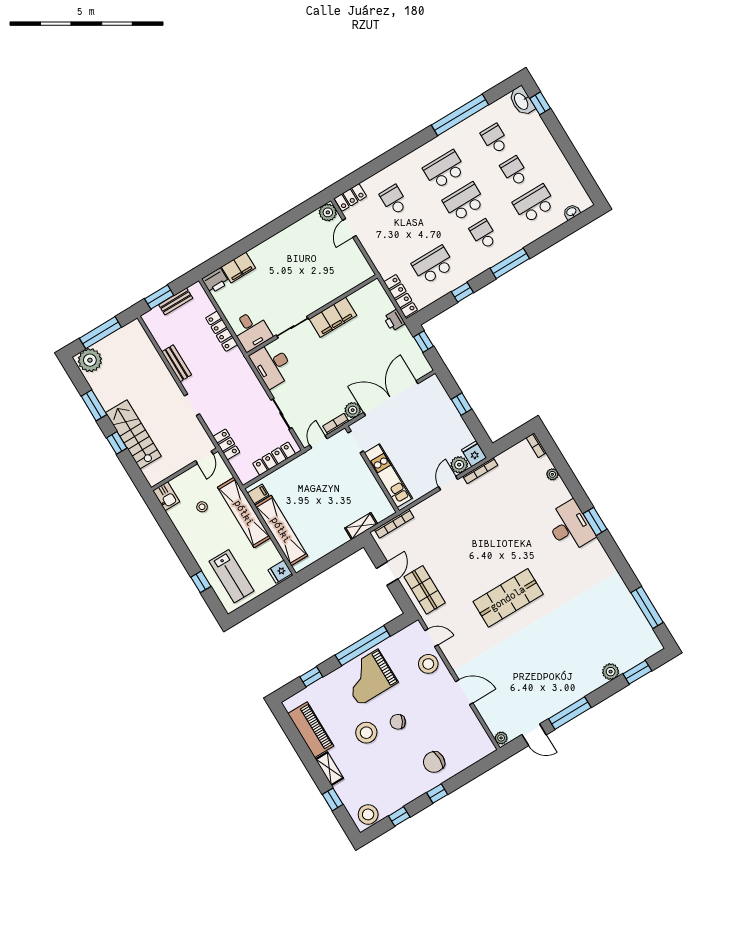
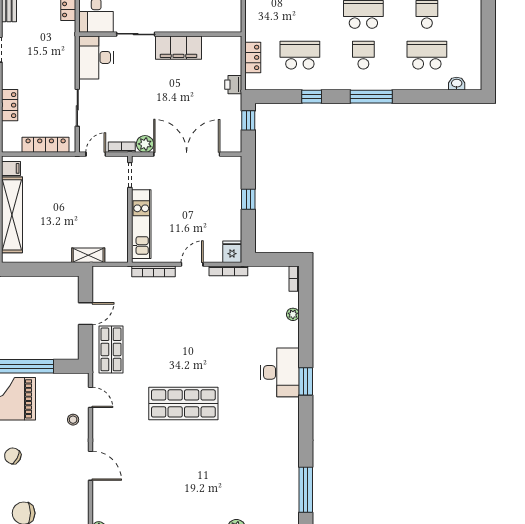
locker: (401, 296) -> (253, 57), width x0.66
plant: (459, 465) -> (213, 254), removed
bookcase: (394, 524) -> (153, 271), moved
stool: (428, 664) -> (73, 420), width x0.53, depth x0.53

